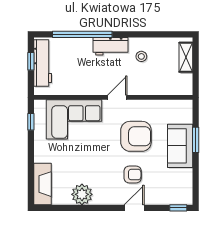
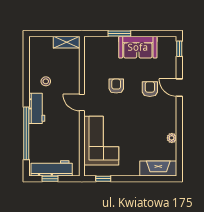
shelving: (186, 57) -> (67, 42), moved
armchair: (136, 136) -> (116, 86), width x0.53, depth x0.53
sofa: (180, 146) -> (138, 47), moved
plant: (82, 194) -> (172, 138), width x0.53, depth x0.53

